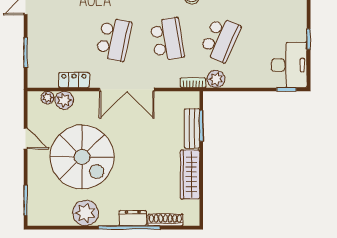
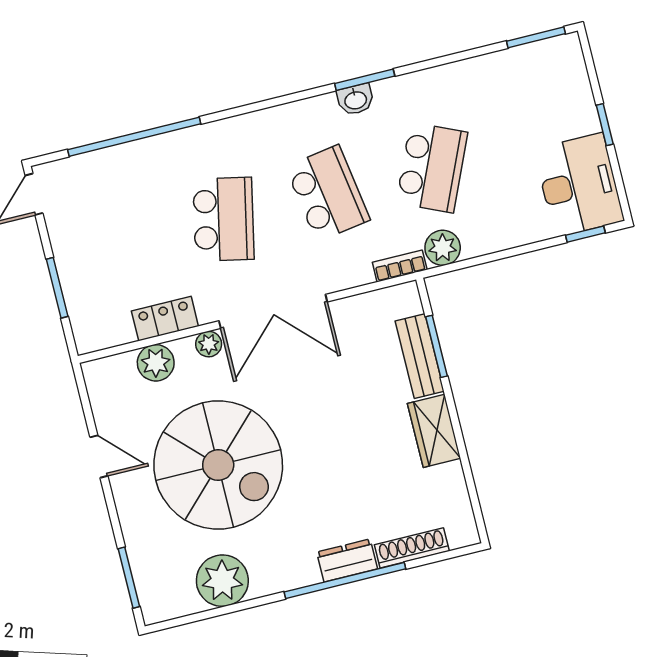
plant: (47, 98) -> (209, 344), moved
wardrobe: (190, 174) -> (434, 431), width x0.67
plant: (85, 213) -> (222, 581), moved

